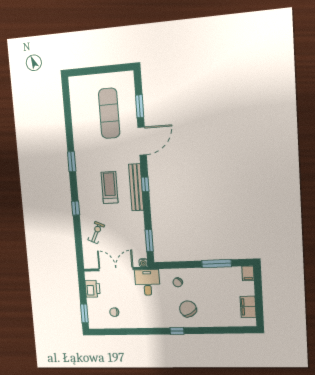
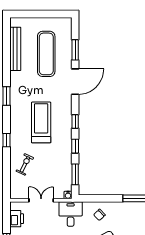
treadmill: (110, 187) -> (41, 122), width x1.37, depth x1.38
bench: (136, 187) -> (15, 49), moved
window: (147, 211) -> (75, 146), added
double door: (116, 269) -> (41, 200), width x0.73

